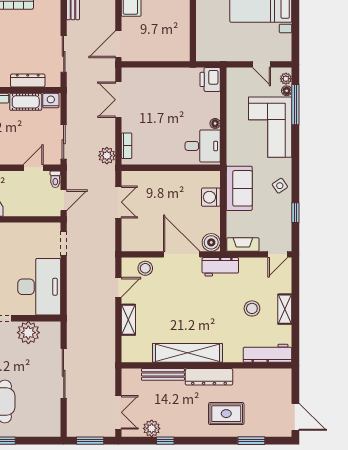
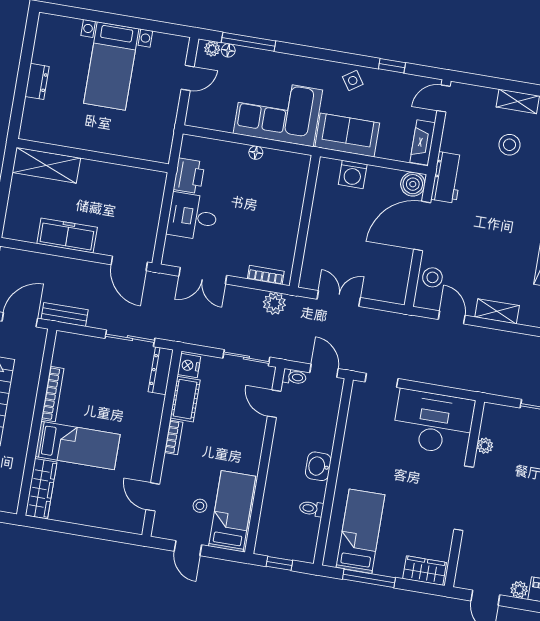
printer: (210, 79) -> (189, 176), moved, turned -90
dresser: (28, 80) -> (161, 371), moved
corner sofa: (270, 127) -> (278, 112), moved, turned 180
desk: (203, 146) -> (192, 217), moved, turned -90
door: (278, 254) -> (443, 99), swing flipped
plant: (28, 333) -> (485, 446), width x0.53, depth x0.53

